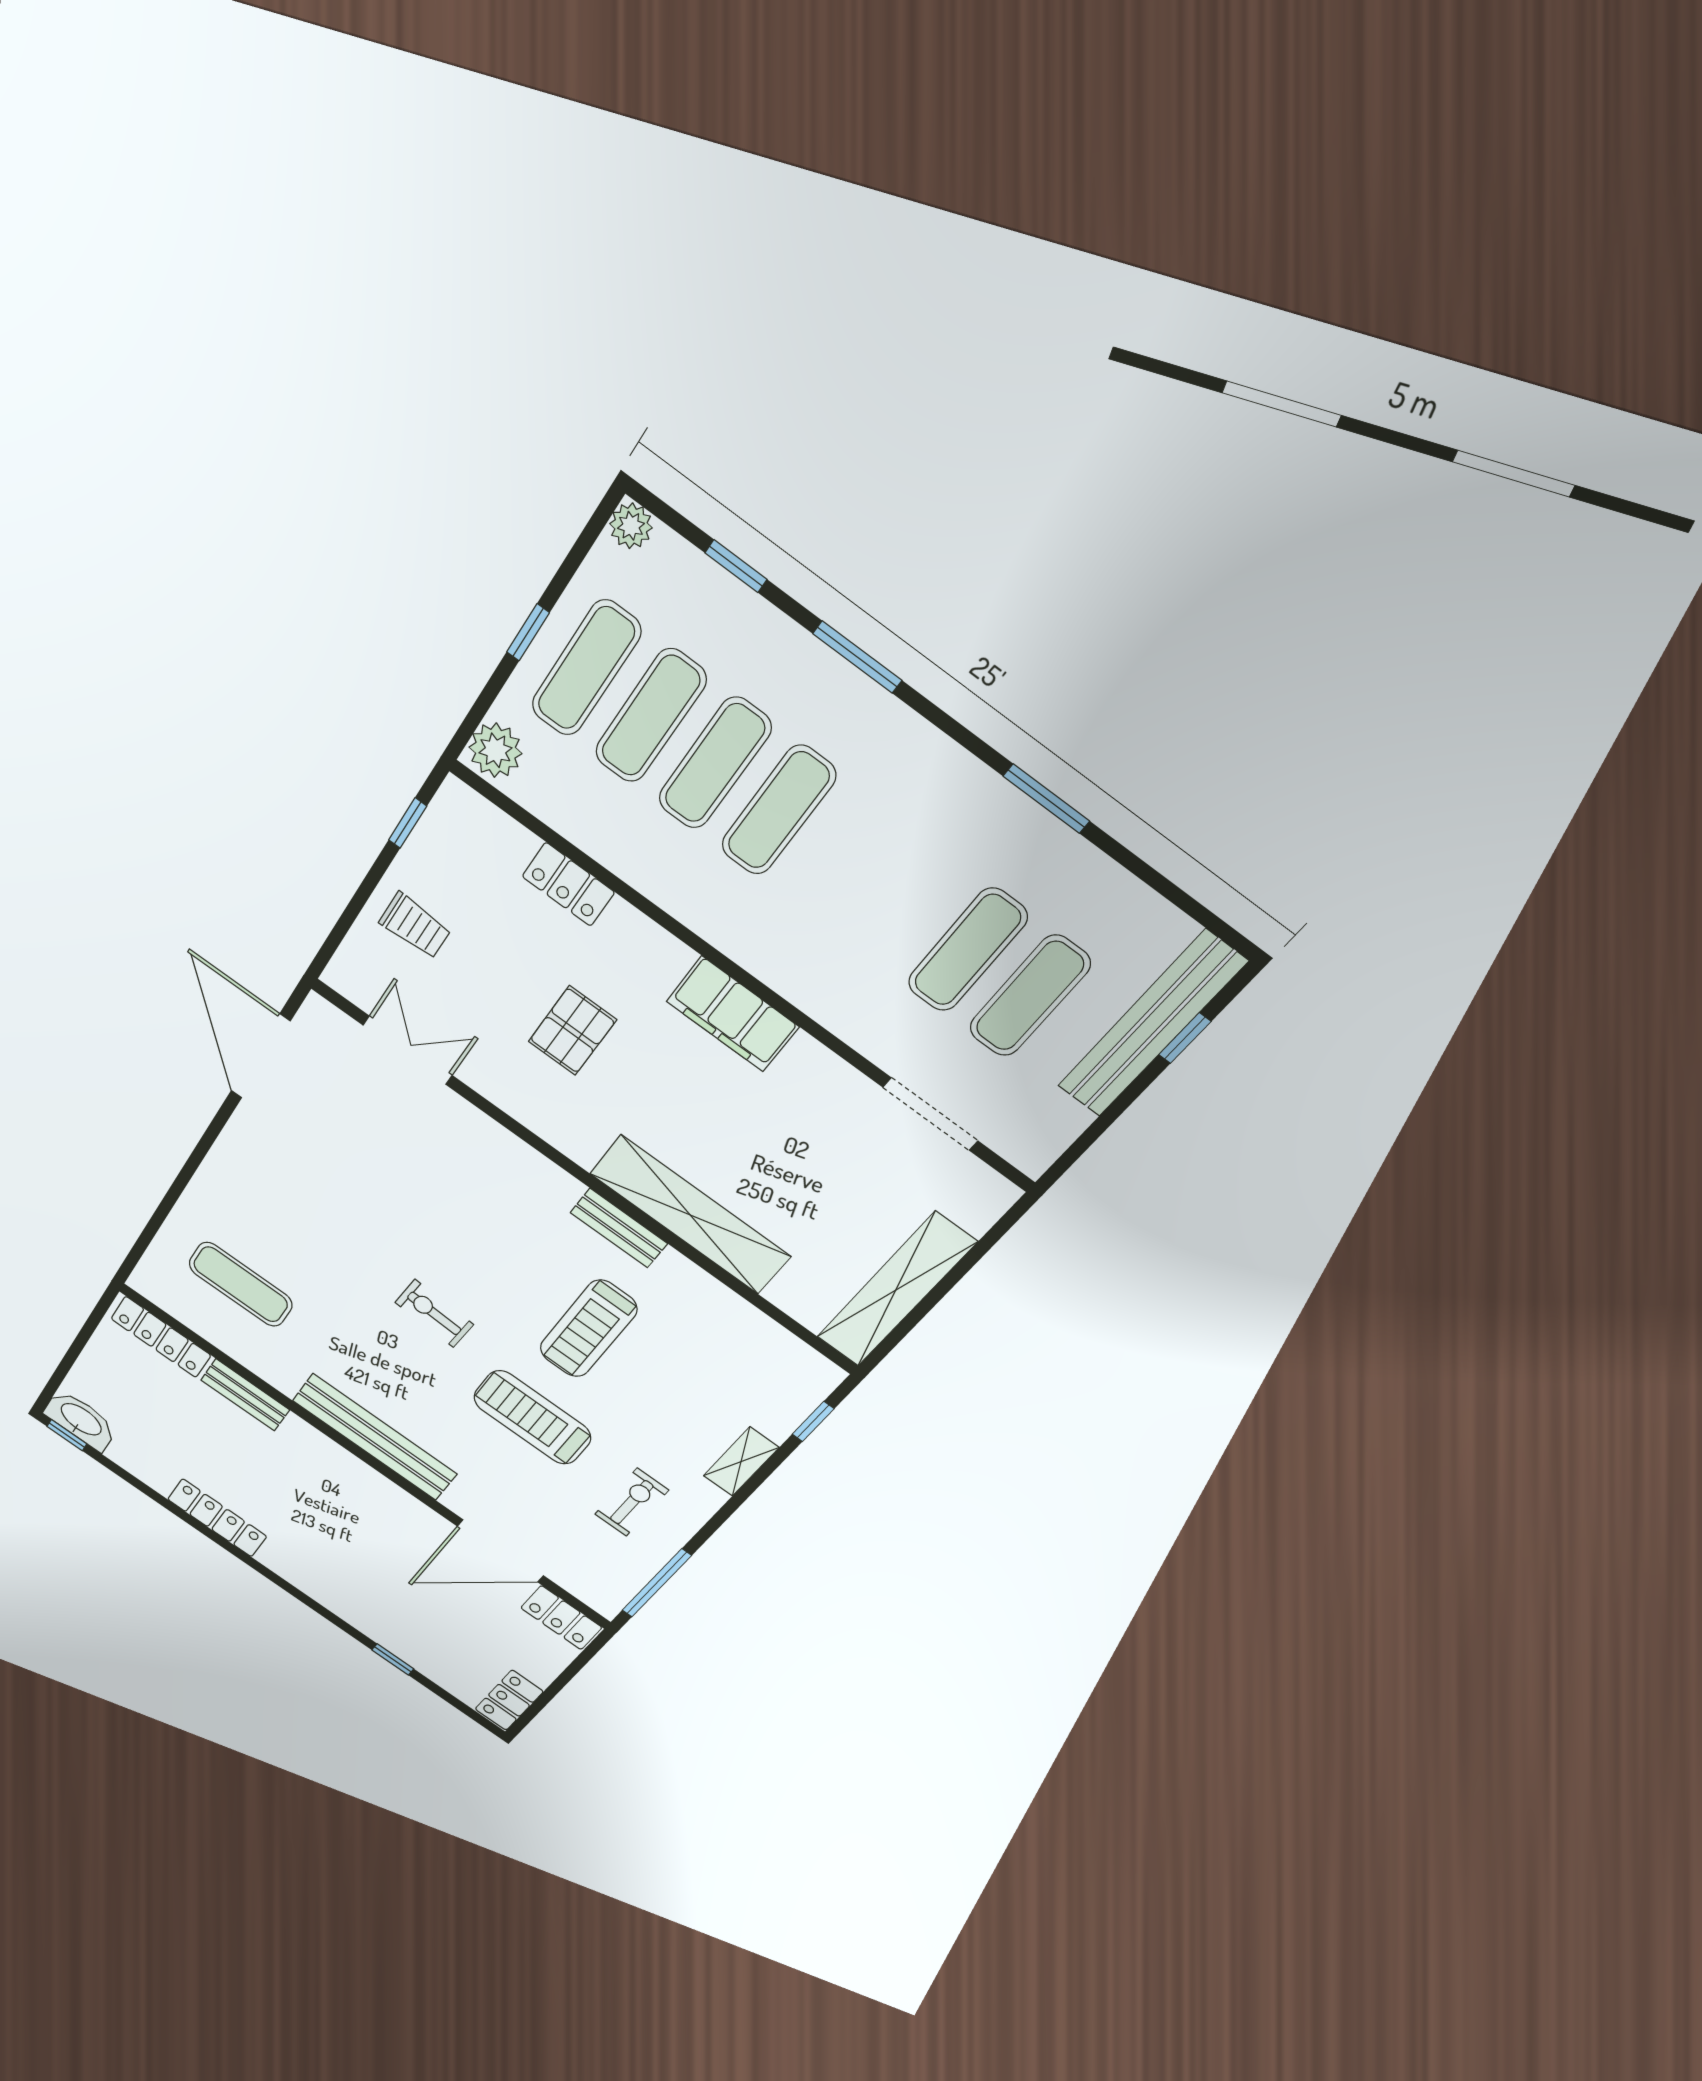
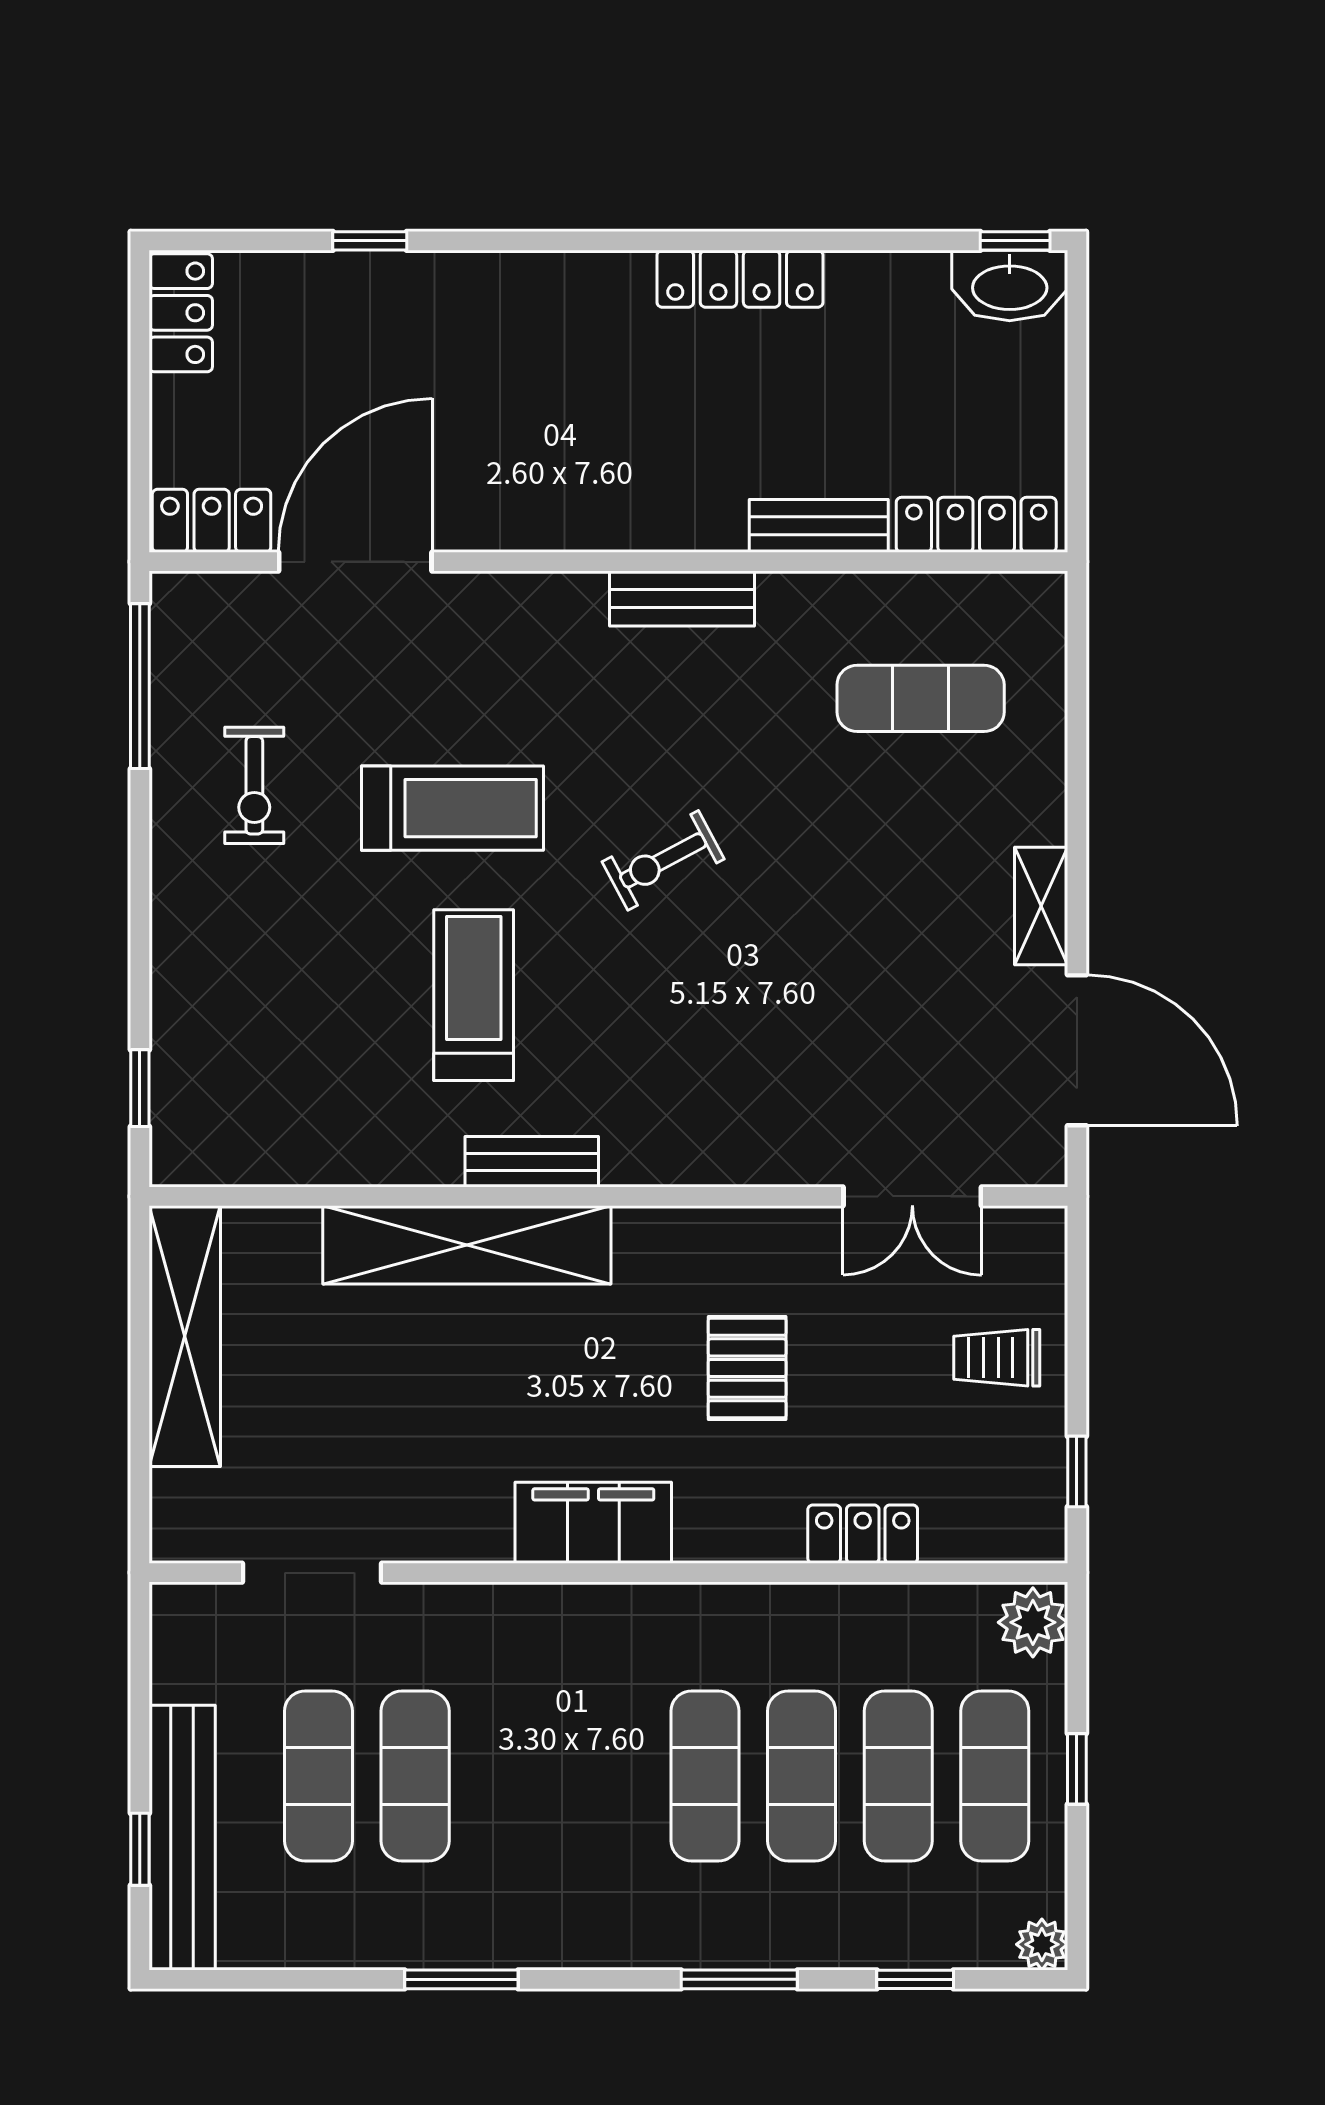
exercise bike: (434, 1313) -> (663, 860), turned 149
bench: (375, 1437) -> (682, 598), width x0.54, depth x0.82
shelving: (741, 1462) -> (1041, 906), moved

